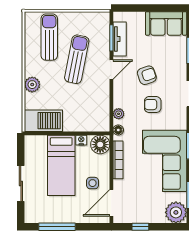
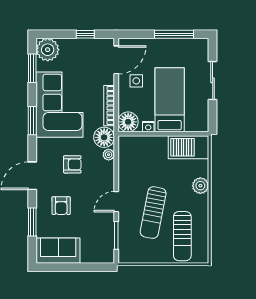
tv unit: (120, 39) -> (107, 234), removed
armchair: (147, 75) -> (61, 206), moved, turned -71
floor lamp: (118, 130) -> (104, 137), width x1.89, depth x1.89

